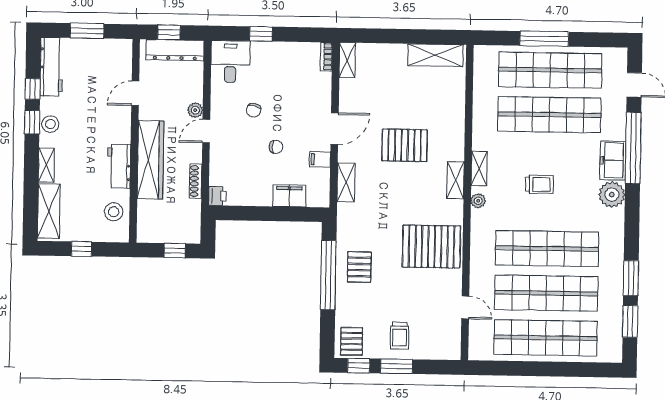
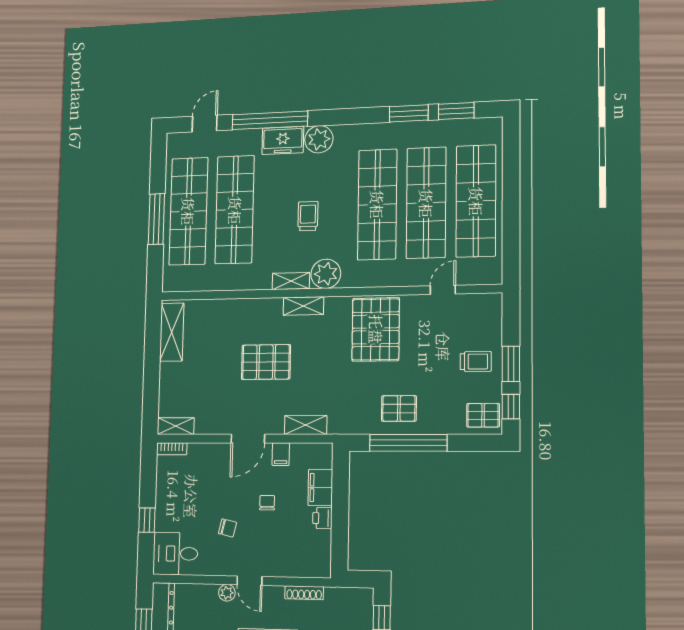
door: (335, 129) -> (248, 439), swing flipped
pallet: (405, 145) -> (266, 362), turned 90
printer: (217, 196) -> (322, 518), moved, turned -90
plant: (478, 201) -> (326, 274), width x1.88, depth x1.88

